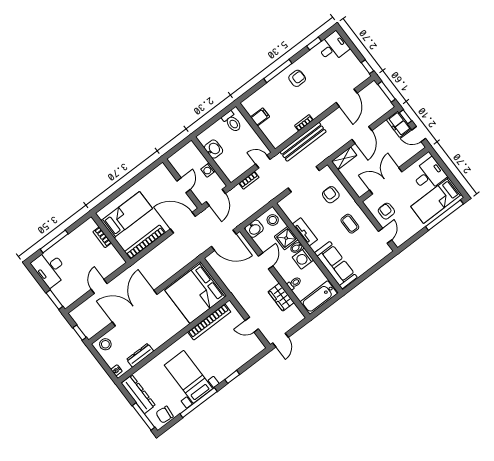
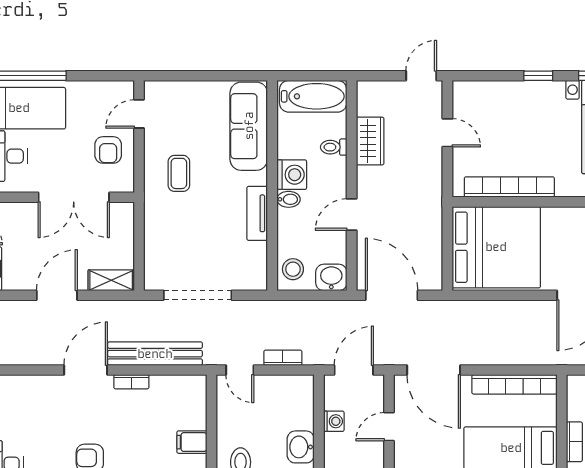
door: (347, 98) -> (86, 370), moved
armchair: (331, 195) -> (174, 240), removed
shower: (286, 238) -> (293, 226), removed

